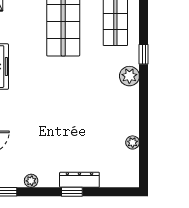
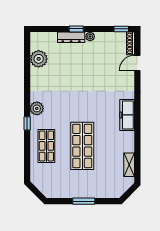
plant: (133, 142) -> (39, 59), width x1.87, depth x1.87
plant: (31, 181) -> (90, 37), moved

